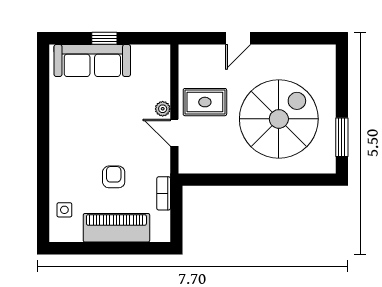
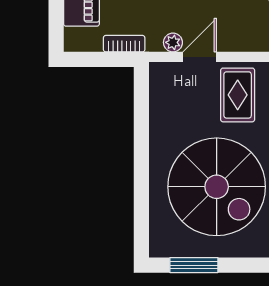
plant: (163, 109) -> (173, 42), moved

